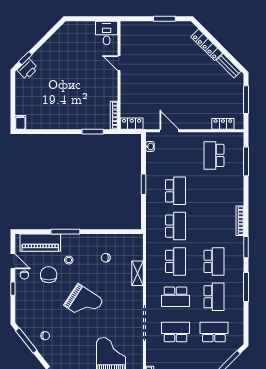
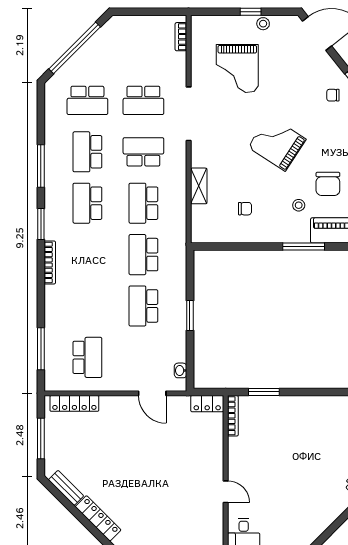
locker: (223, 124) -> (74, 403), width x1.53

